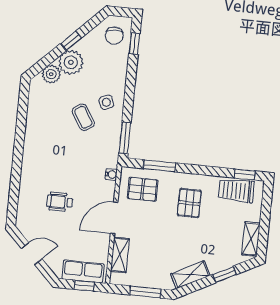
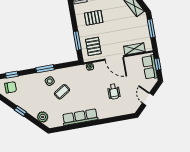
plant: (71, 62) -> (33, 108), removed
row of seats: (34, 135) -> (80, 117), added
window: (125, 138) -> (45, 69), moved

